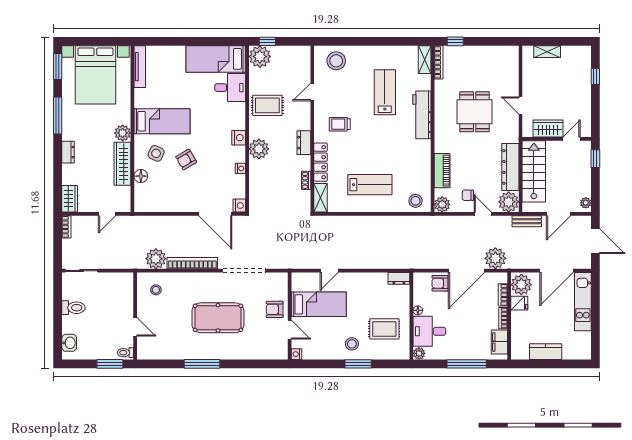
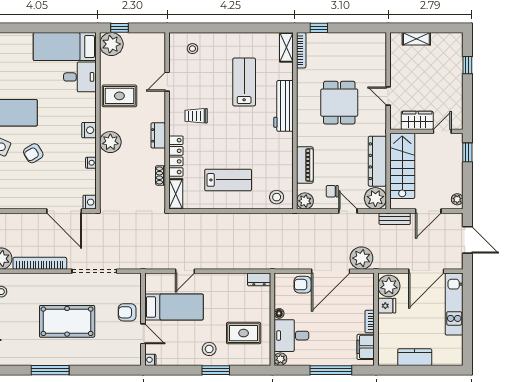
stool: (336, 61) -> (192, 49), width x0.53, depth x0.53
bookcase: (503, 295) -> (369, 297), removed

